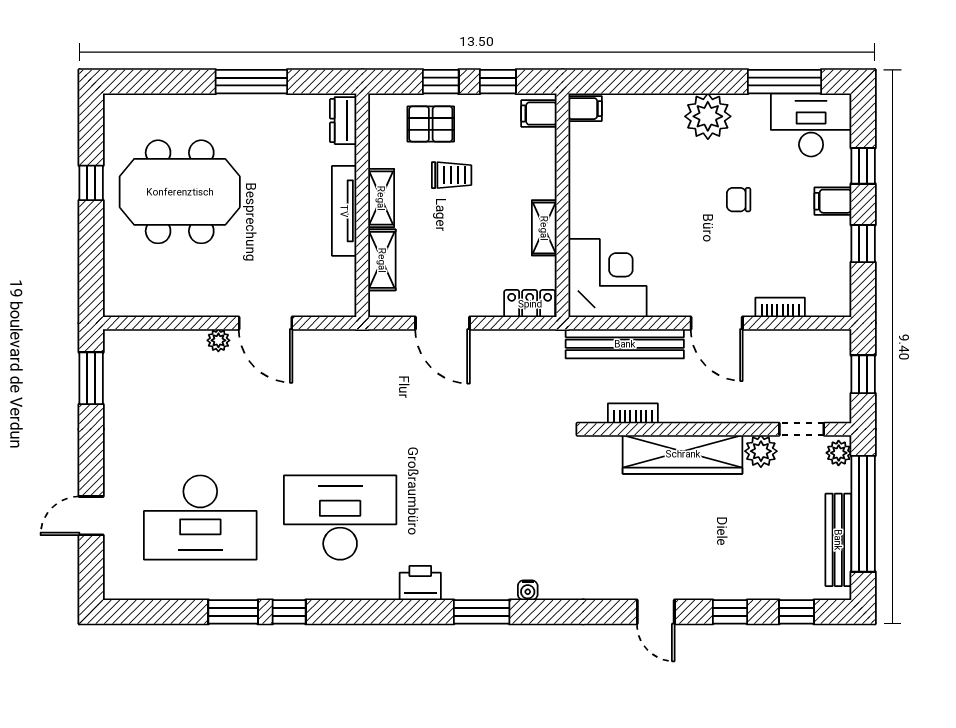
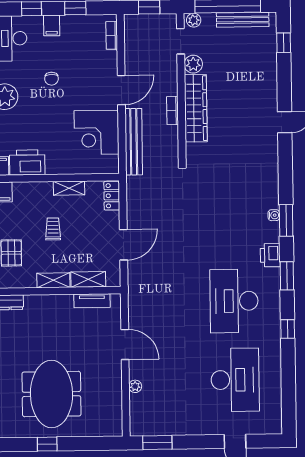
printer: (591, 154) -> (27, 162), added
trolley: (452, 175) -> (53, 229), moved
tv unit: (344, 211) -> (92, 301), moved, width x0.71
corner desk: (608, 278) -> (97, 132), moved, turned -90
bookcase: (780, 307) -> (112, 35), moved
door: (266, 323) -> (125, 345), hinge flipped
plant: (218, 340) -> (135, 386), moved
bookcase: (633, 413) -> (173, 110), moved
water cooler: (528, 590) -> (274, 215), moved
window: (233, 612) -> (287, 276), moved
window: (730, 612) -> (284, 80), removed

